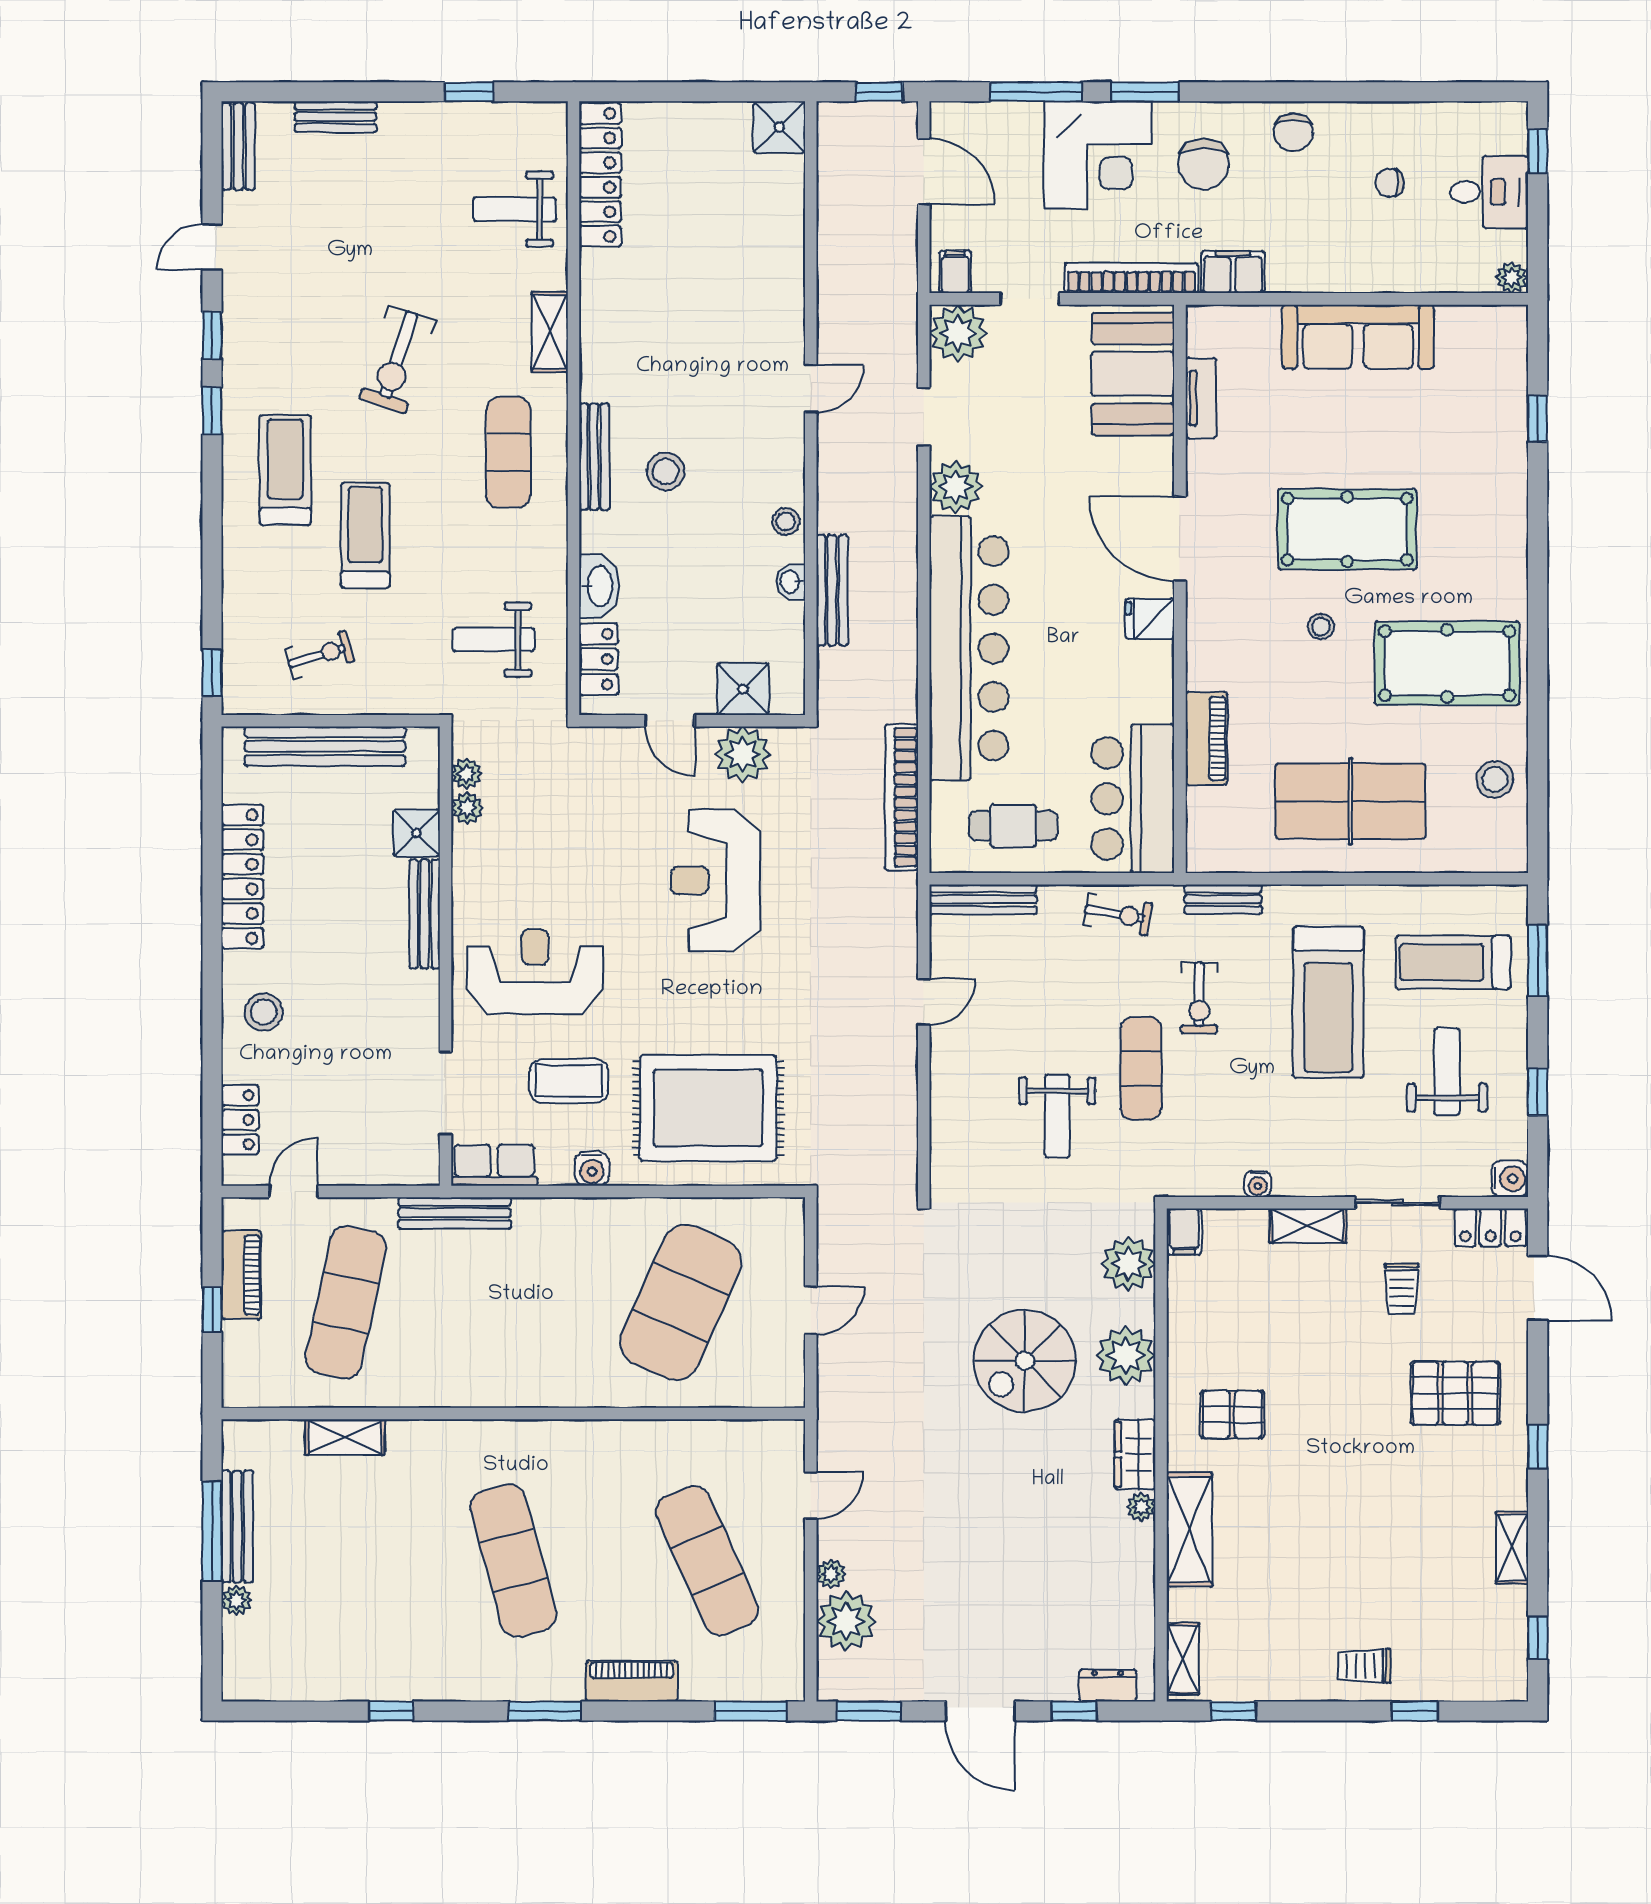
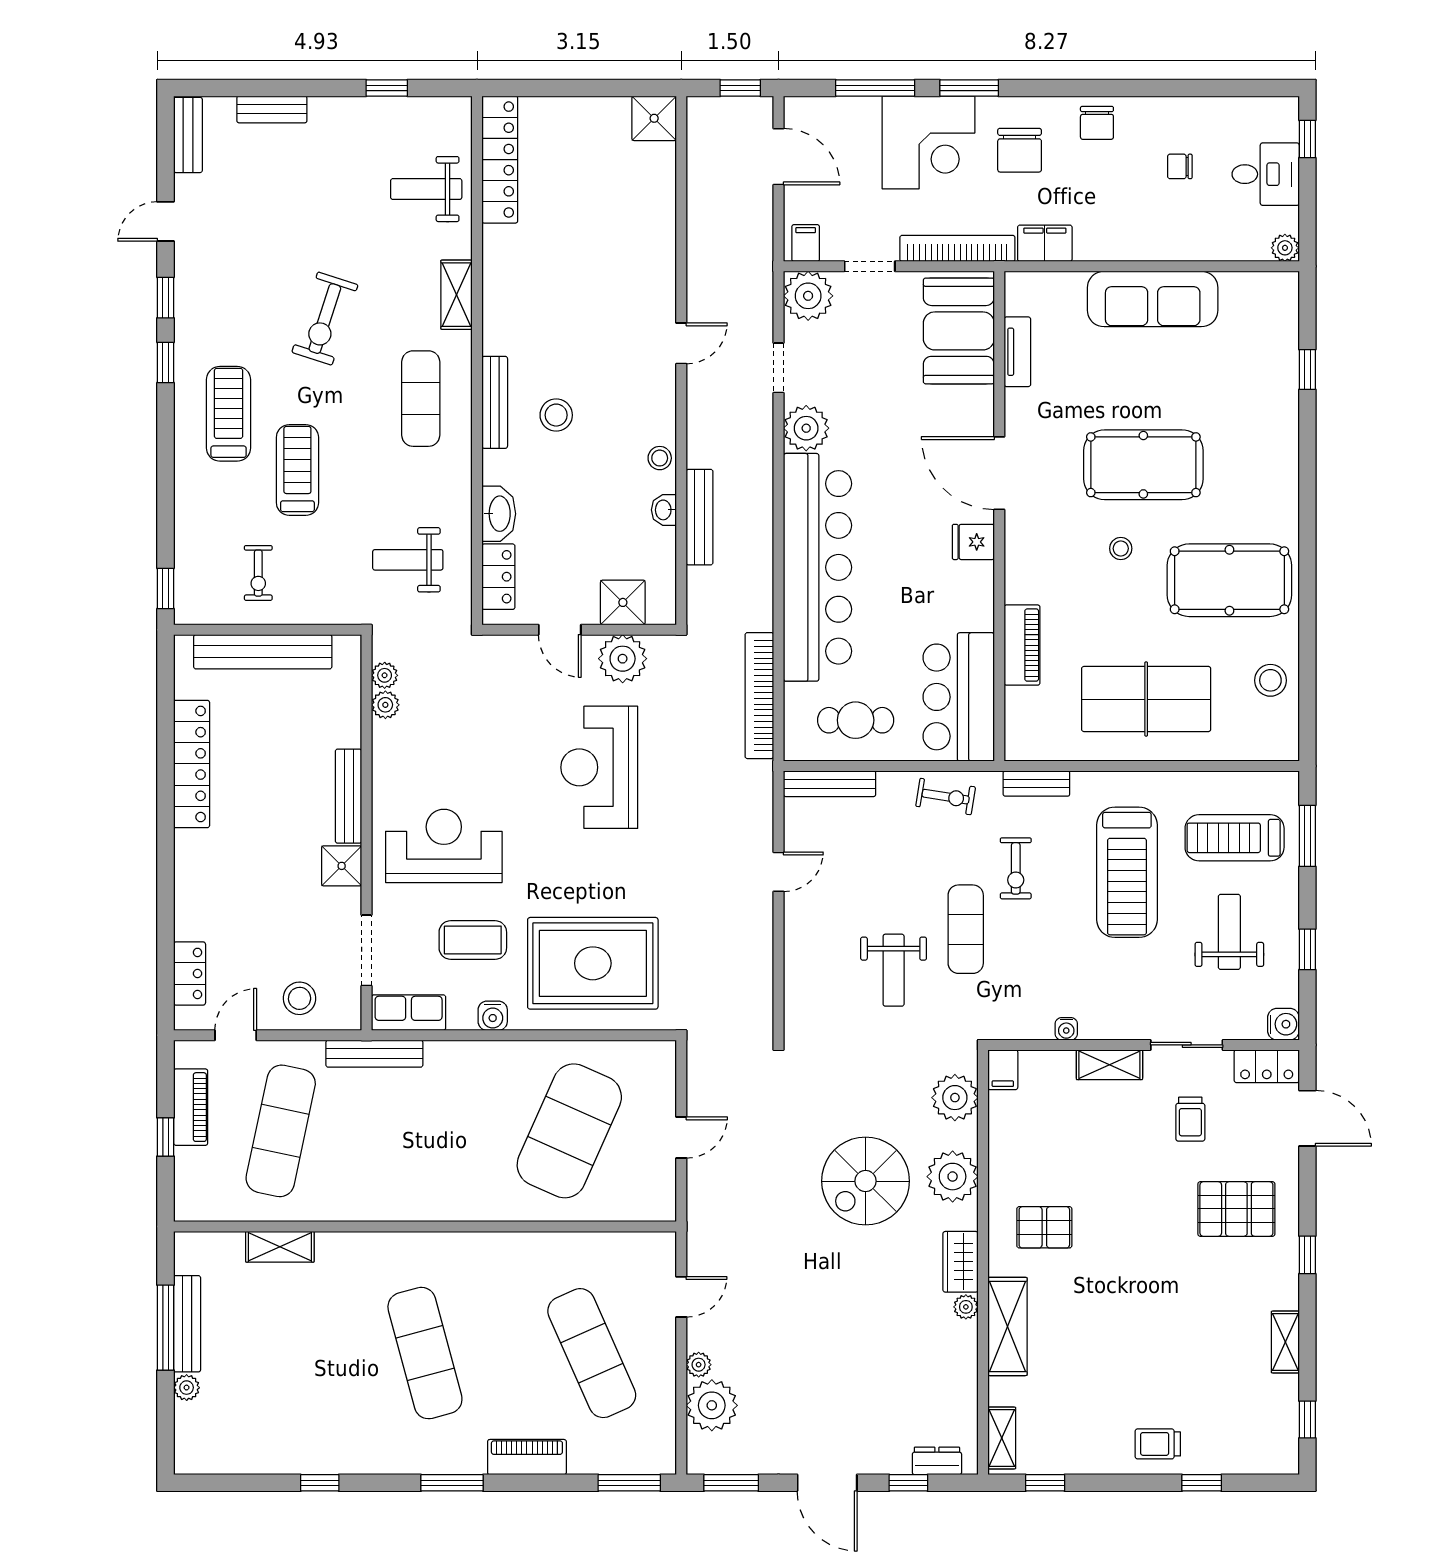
exercise bike: (320, 655) -> (258, 573), turned 107
shower: (417, 833) -> (342, 866), moved
stool: (264, 1012) -> (300, 998), moved

